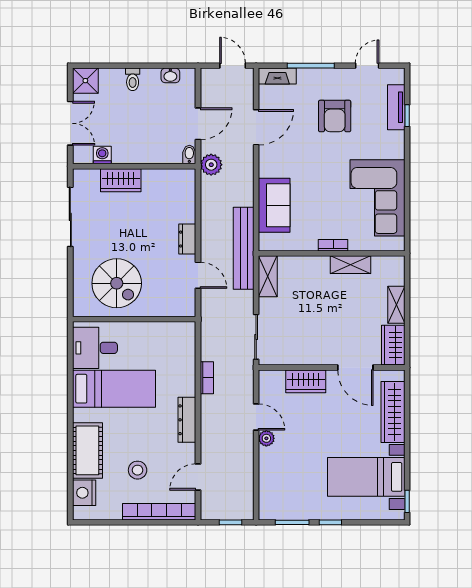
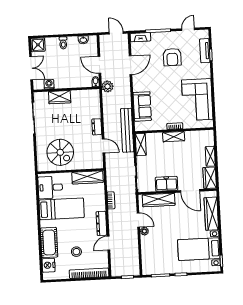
door: (198, 124) -> (99, 65), swing flipped
shelving: (351, 265) -> (174, 137), moved
wardrobe: (165, 333) -> (87, 177), added
freezer: (312, 352) -> (166, 184), added
wardrobe: (306, 381) -> (159, 200), width x1.50
door: (198, 477) -> (108, 243), moved

